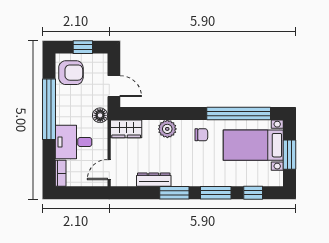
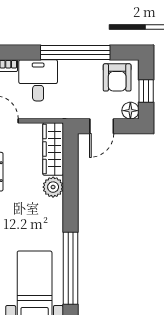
floor lamp: (100, 115) -> (130, 111), moved
wardrobe: (126, 129) -> (53, 149), width x1.50
chair: (201, 135) -> (46, 226), removed

